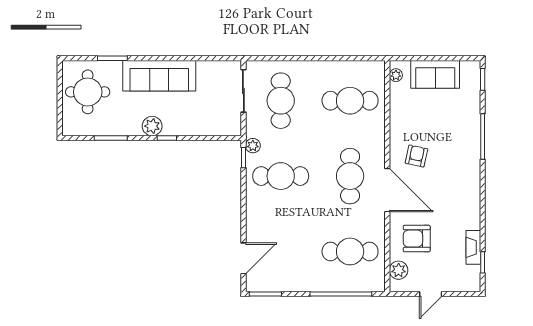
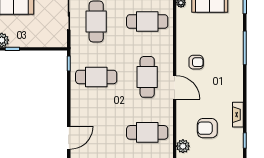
plant: (253, 146) -> (76, 55), removed
armchair: (416, 156) -> (196, 62), turned 78
door: (387, 190) -> (175, 87), width x0.73
armchair: (417, 239) -> (207, 128), moved
fireplace: (473, 247) -> (238, 115), moved

